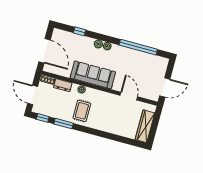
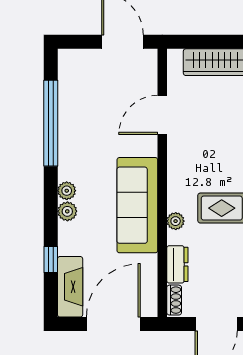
fireplace: (66, 36) -> (70, 287), added

